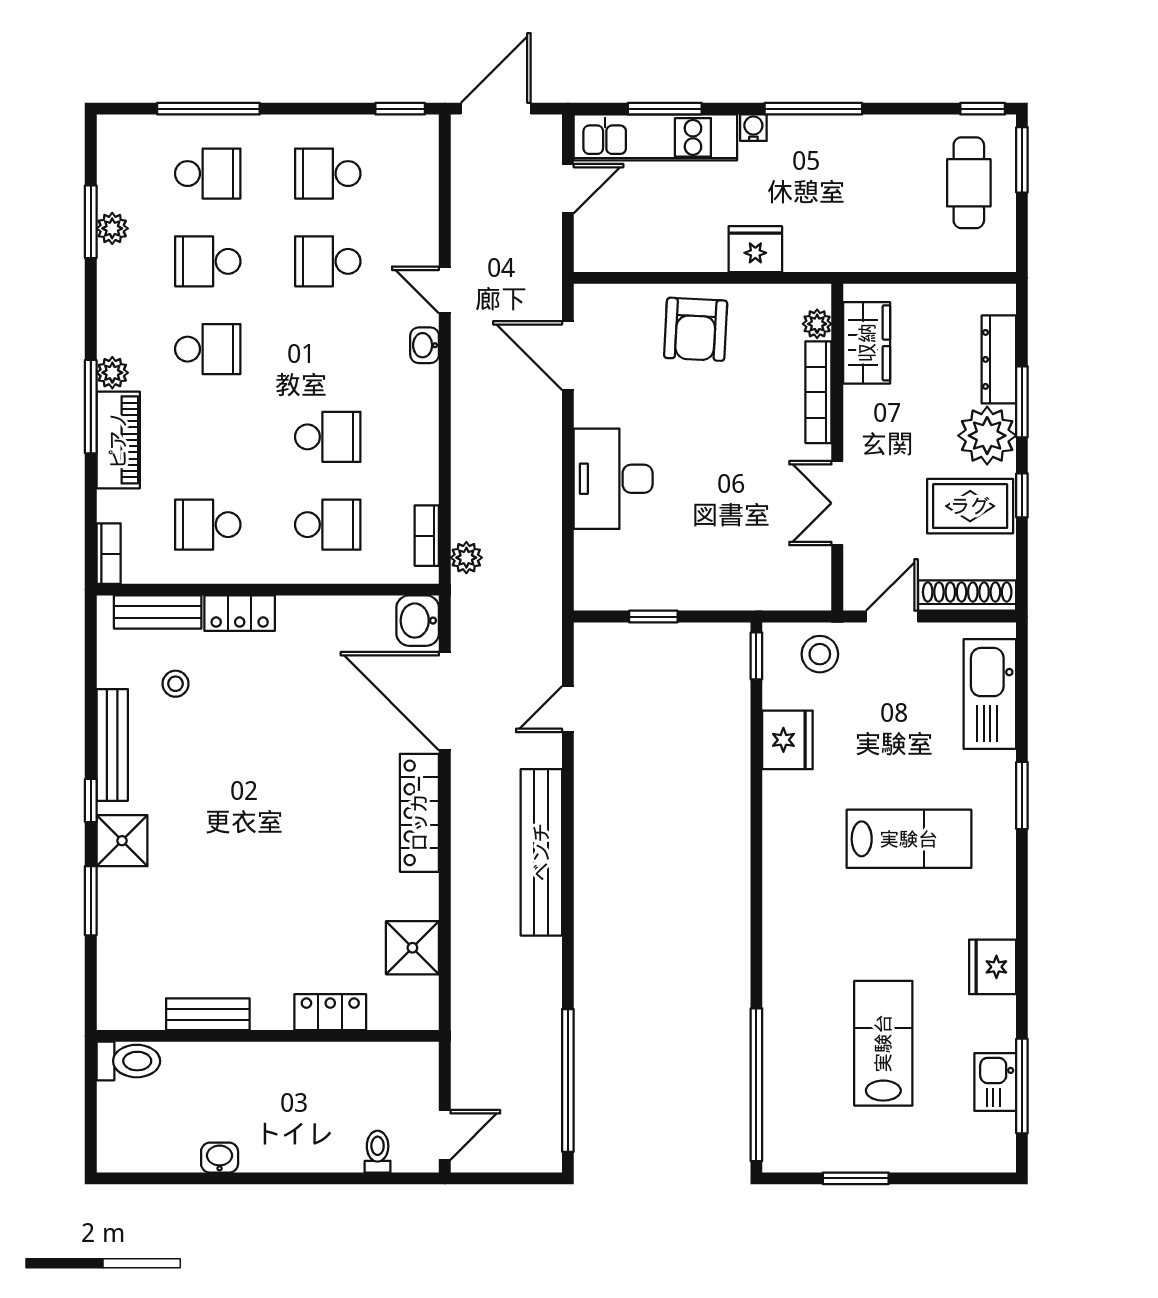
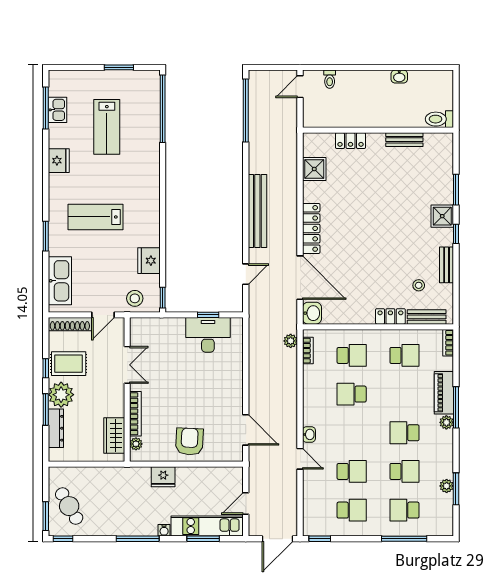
cafe table: (969, 183) -> (69, 506), turned -30
desk: (613, 479) -> (208, 335), moved, turned -90
school desk: (328, 525) -> (352, 355), turned 180
bench: (112, 745) -> (447, 265), width x0.73

